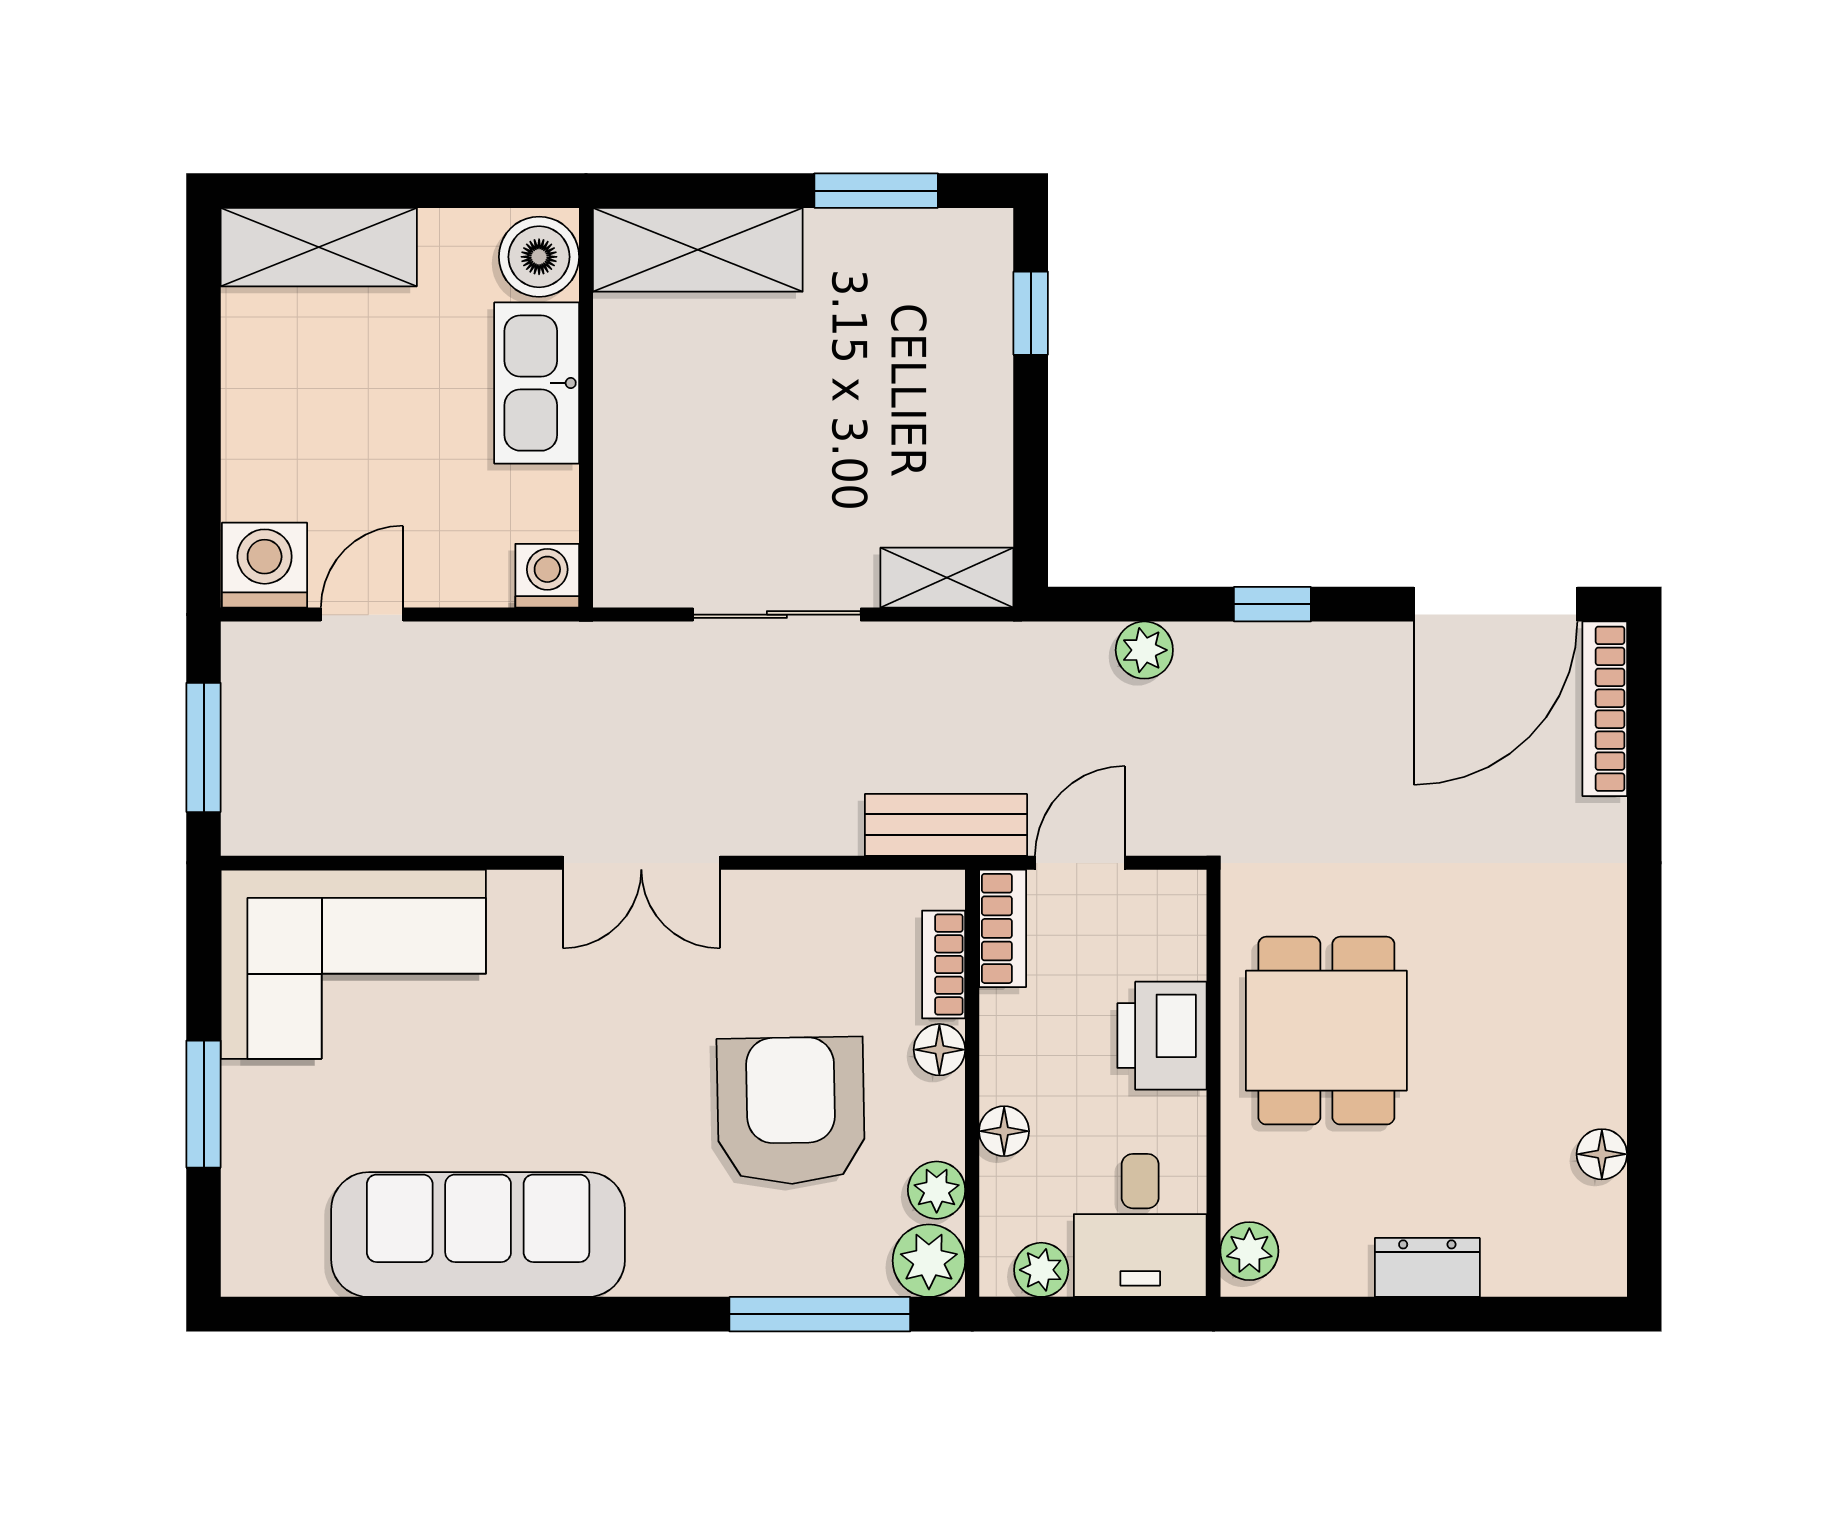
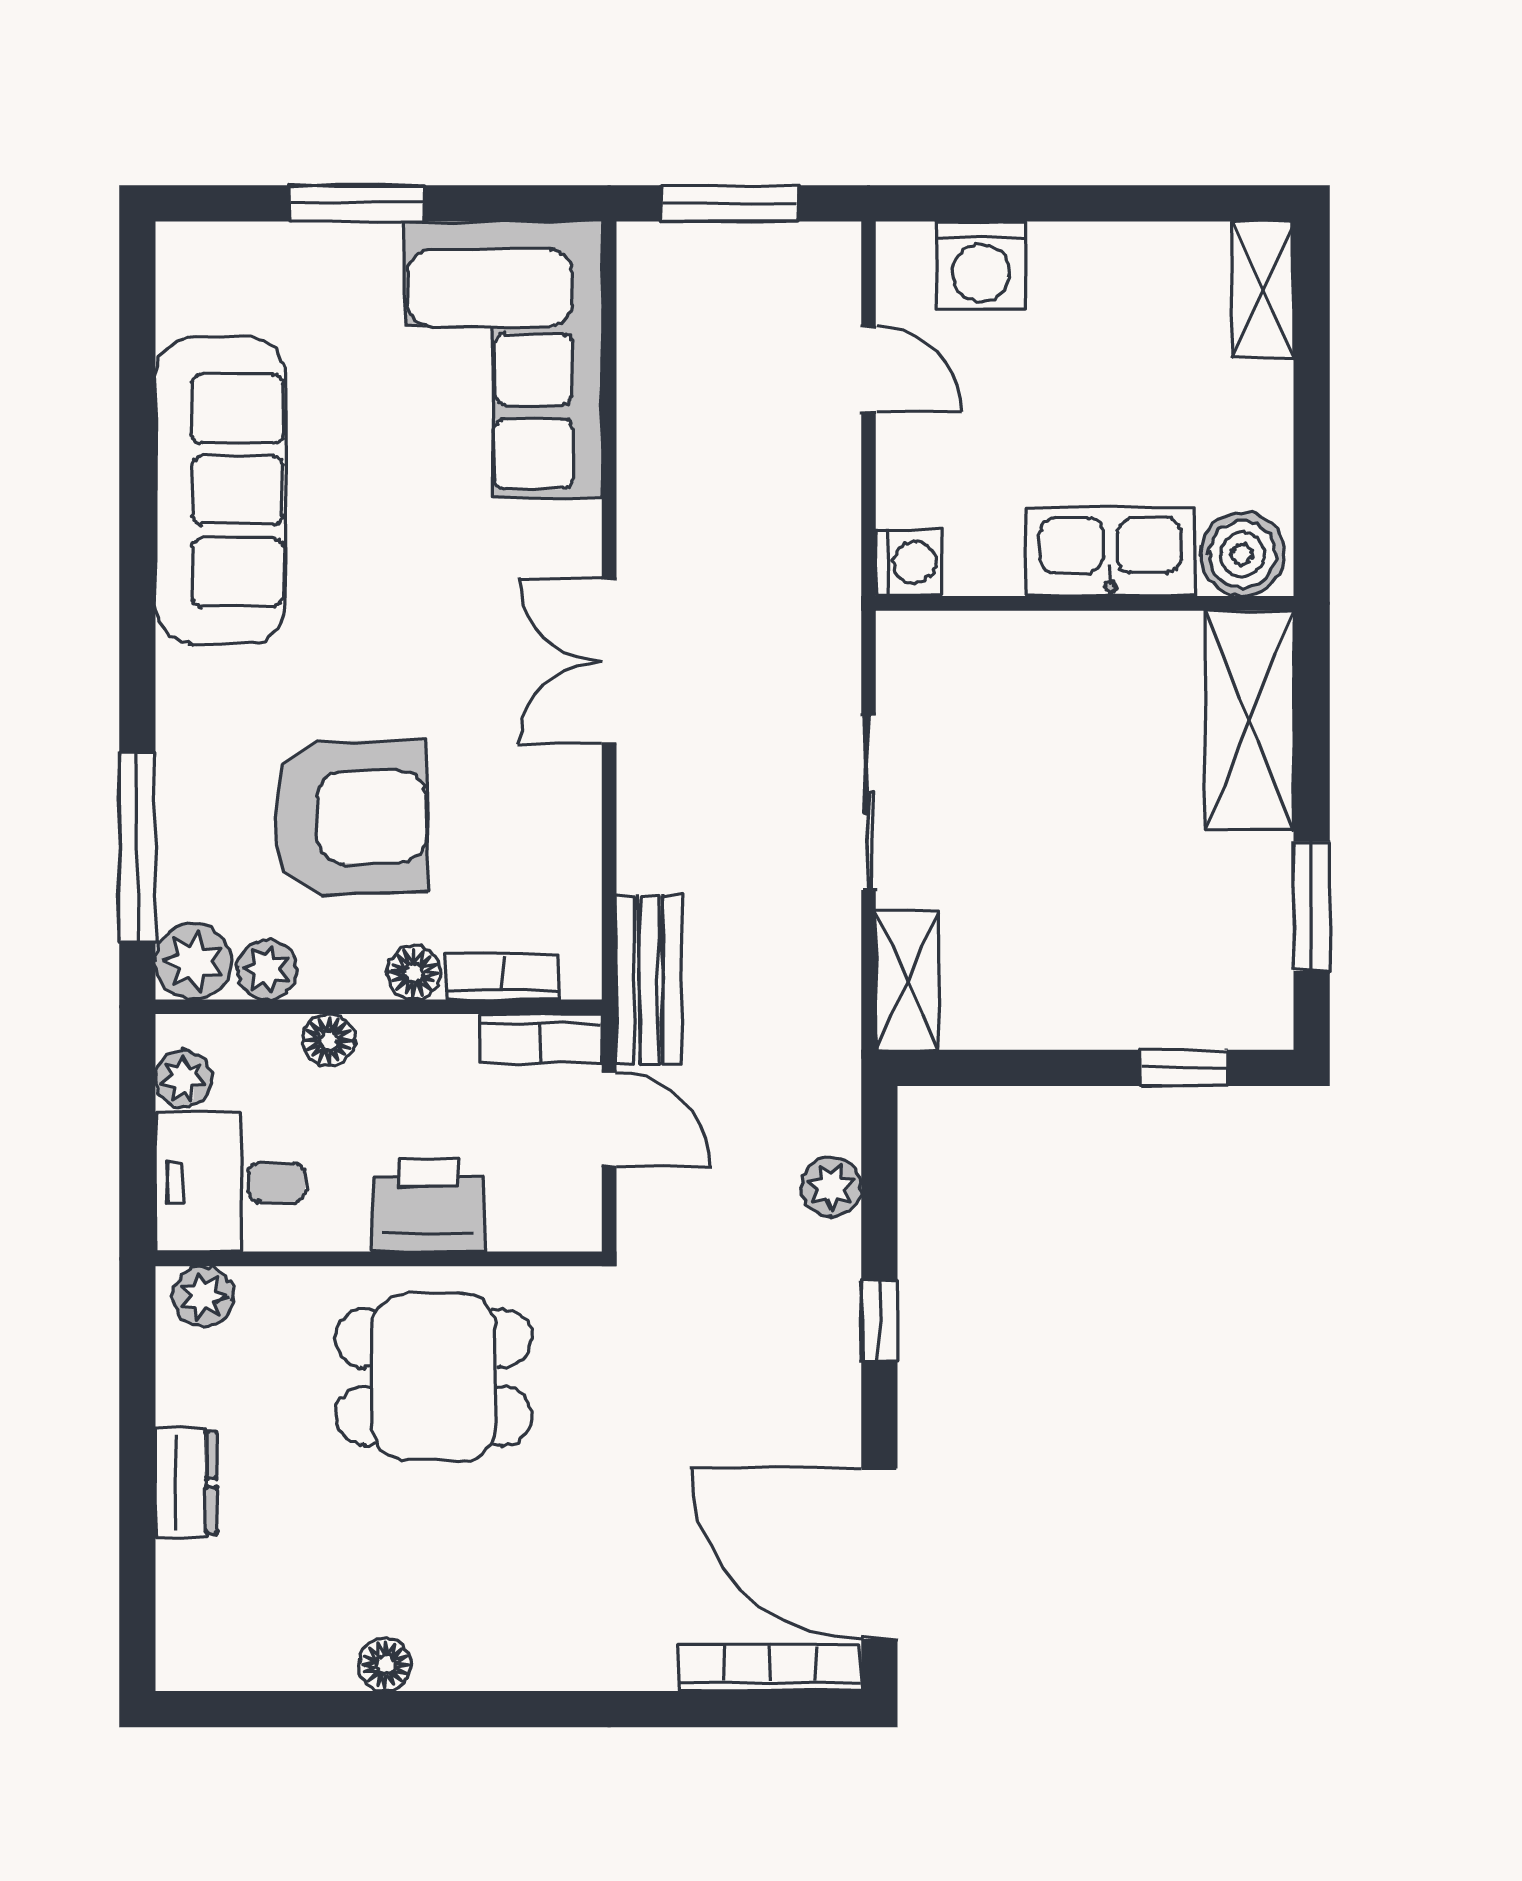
shelving: (319, 247) -> (1263, 290), width x0.67, depth x0.75
washing machine: (265, 565) -> (981, 266), moved, turned 90
floor lamp: (1602, 1154) -> (385, 1665), moved

